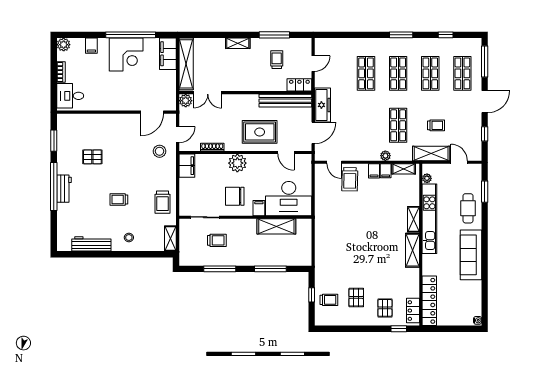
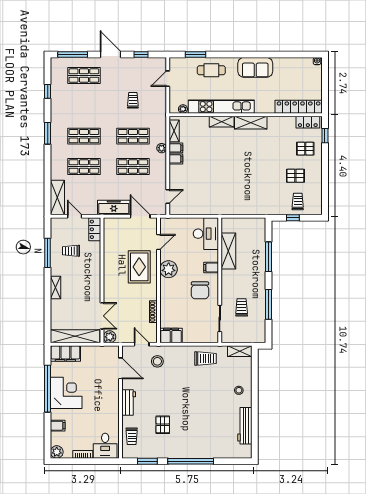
shop shelf: (430, 73) -> (133, 166), moved
bench: (285, 101) -> (110, 243), removed
shelving: (431, 153) -> (57, 198), moved
plant: (237, 163) -> (169, 269), moved
trolley: (350, 179) -> (184, 182), removed
workbench: (64, 189) -> (129, 403), moved, turned 90
trolley: (119, 199) -> (132, 436), moved
desk: (289, 199) -> (206, 234), width x0.73, depth x0.77
sofa: (471, 255) -> (255, 67), width x0.73

